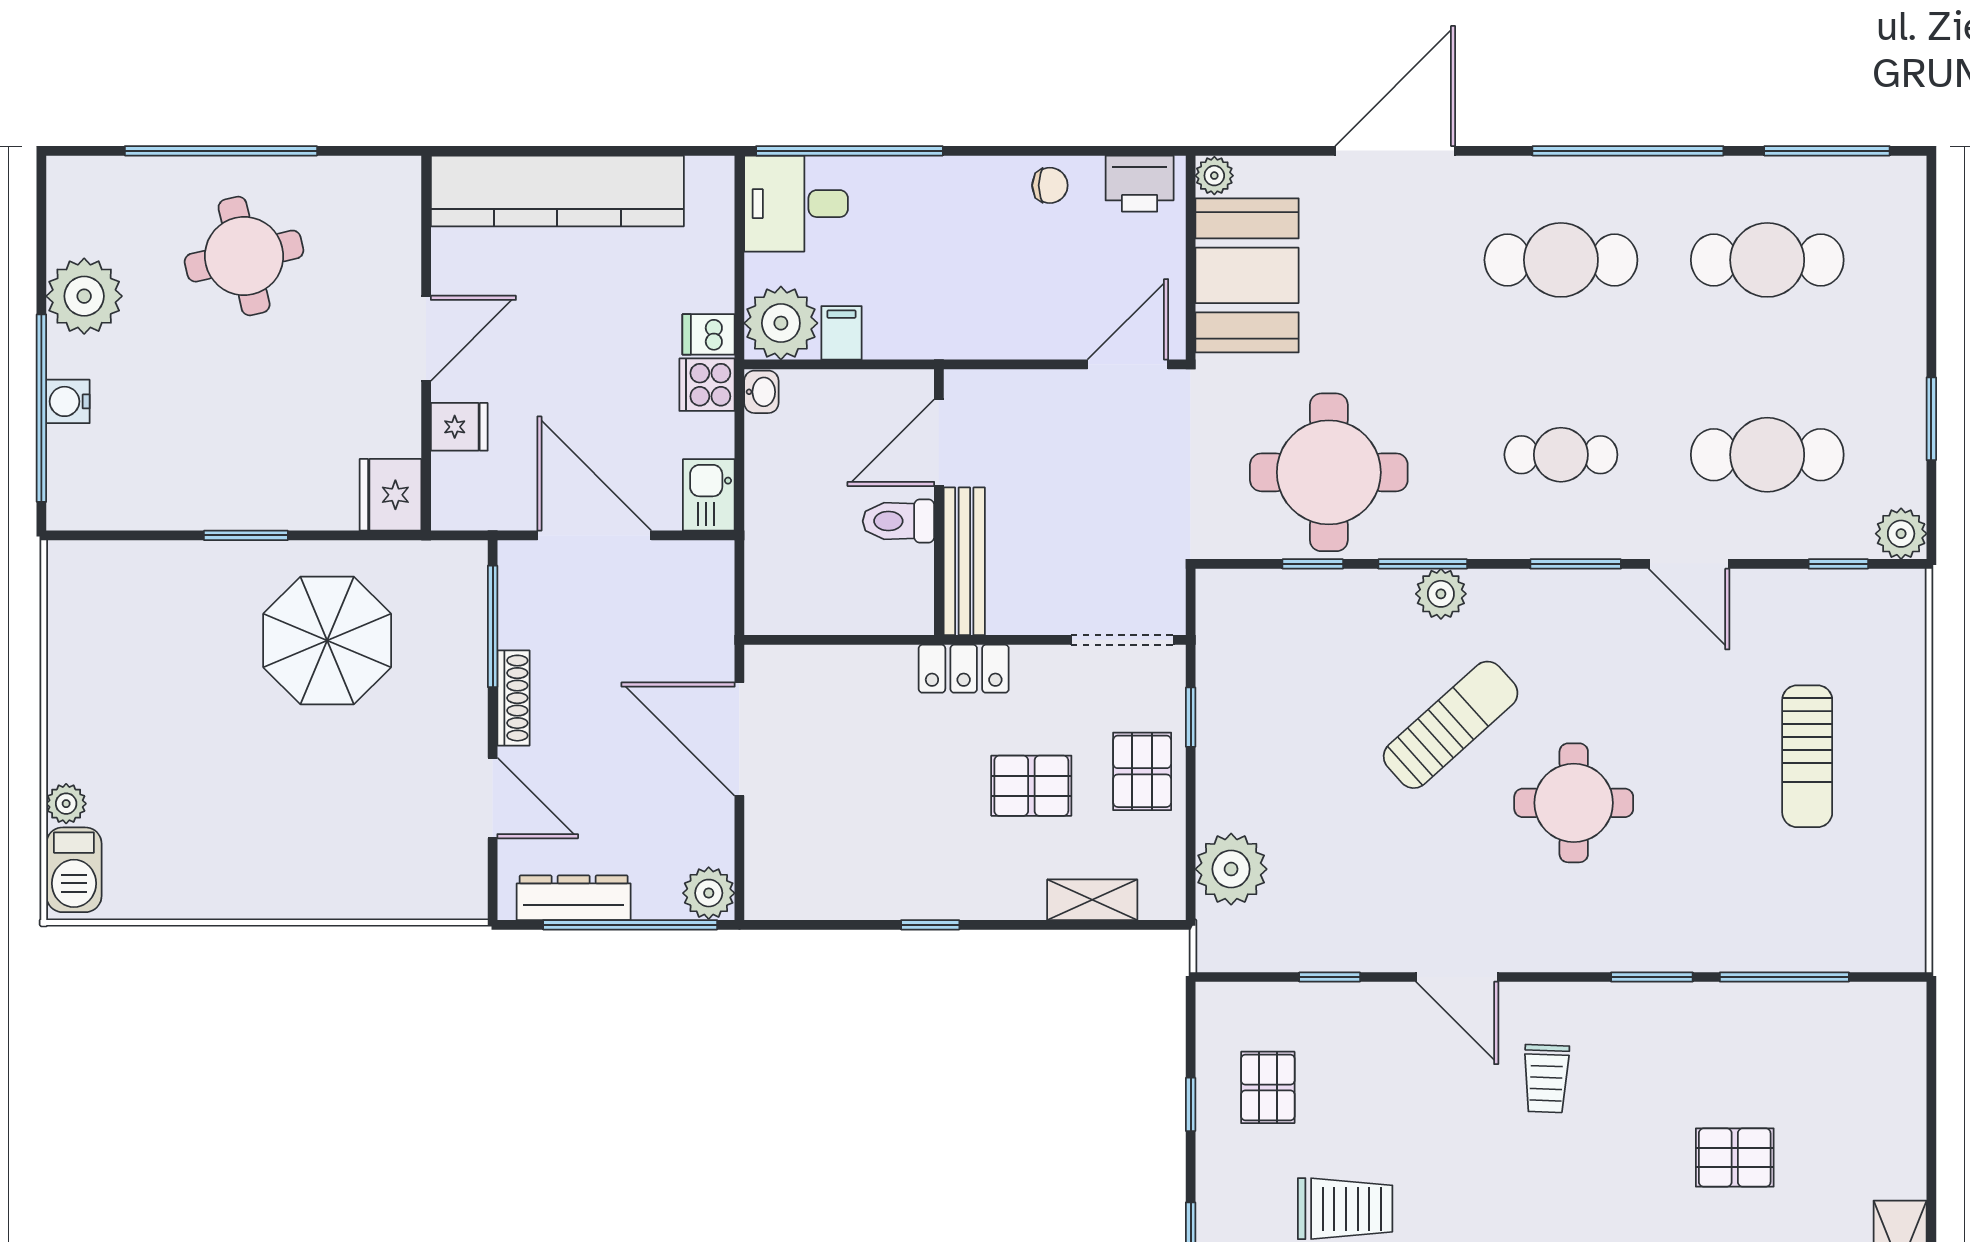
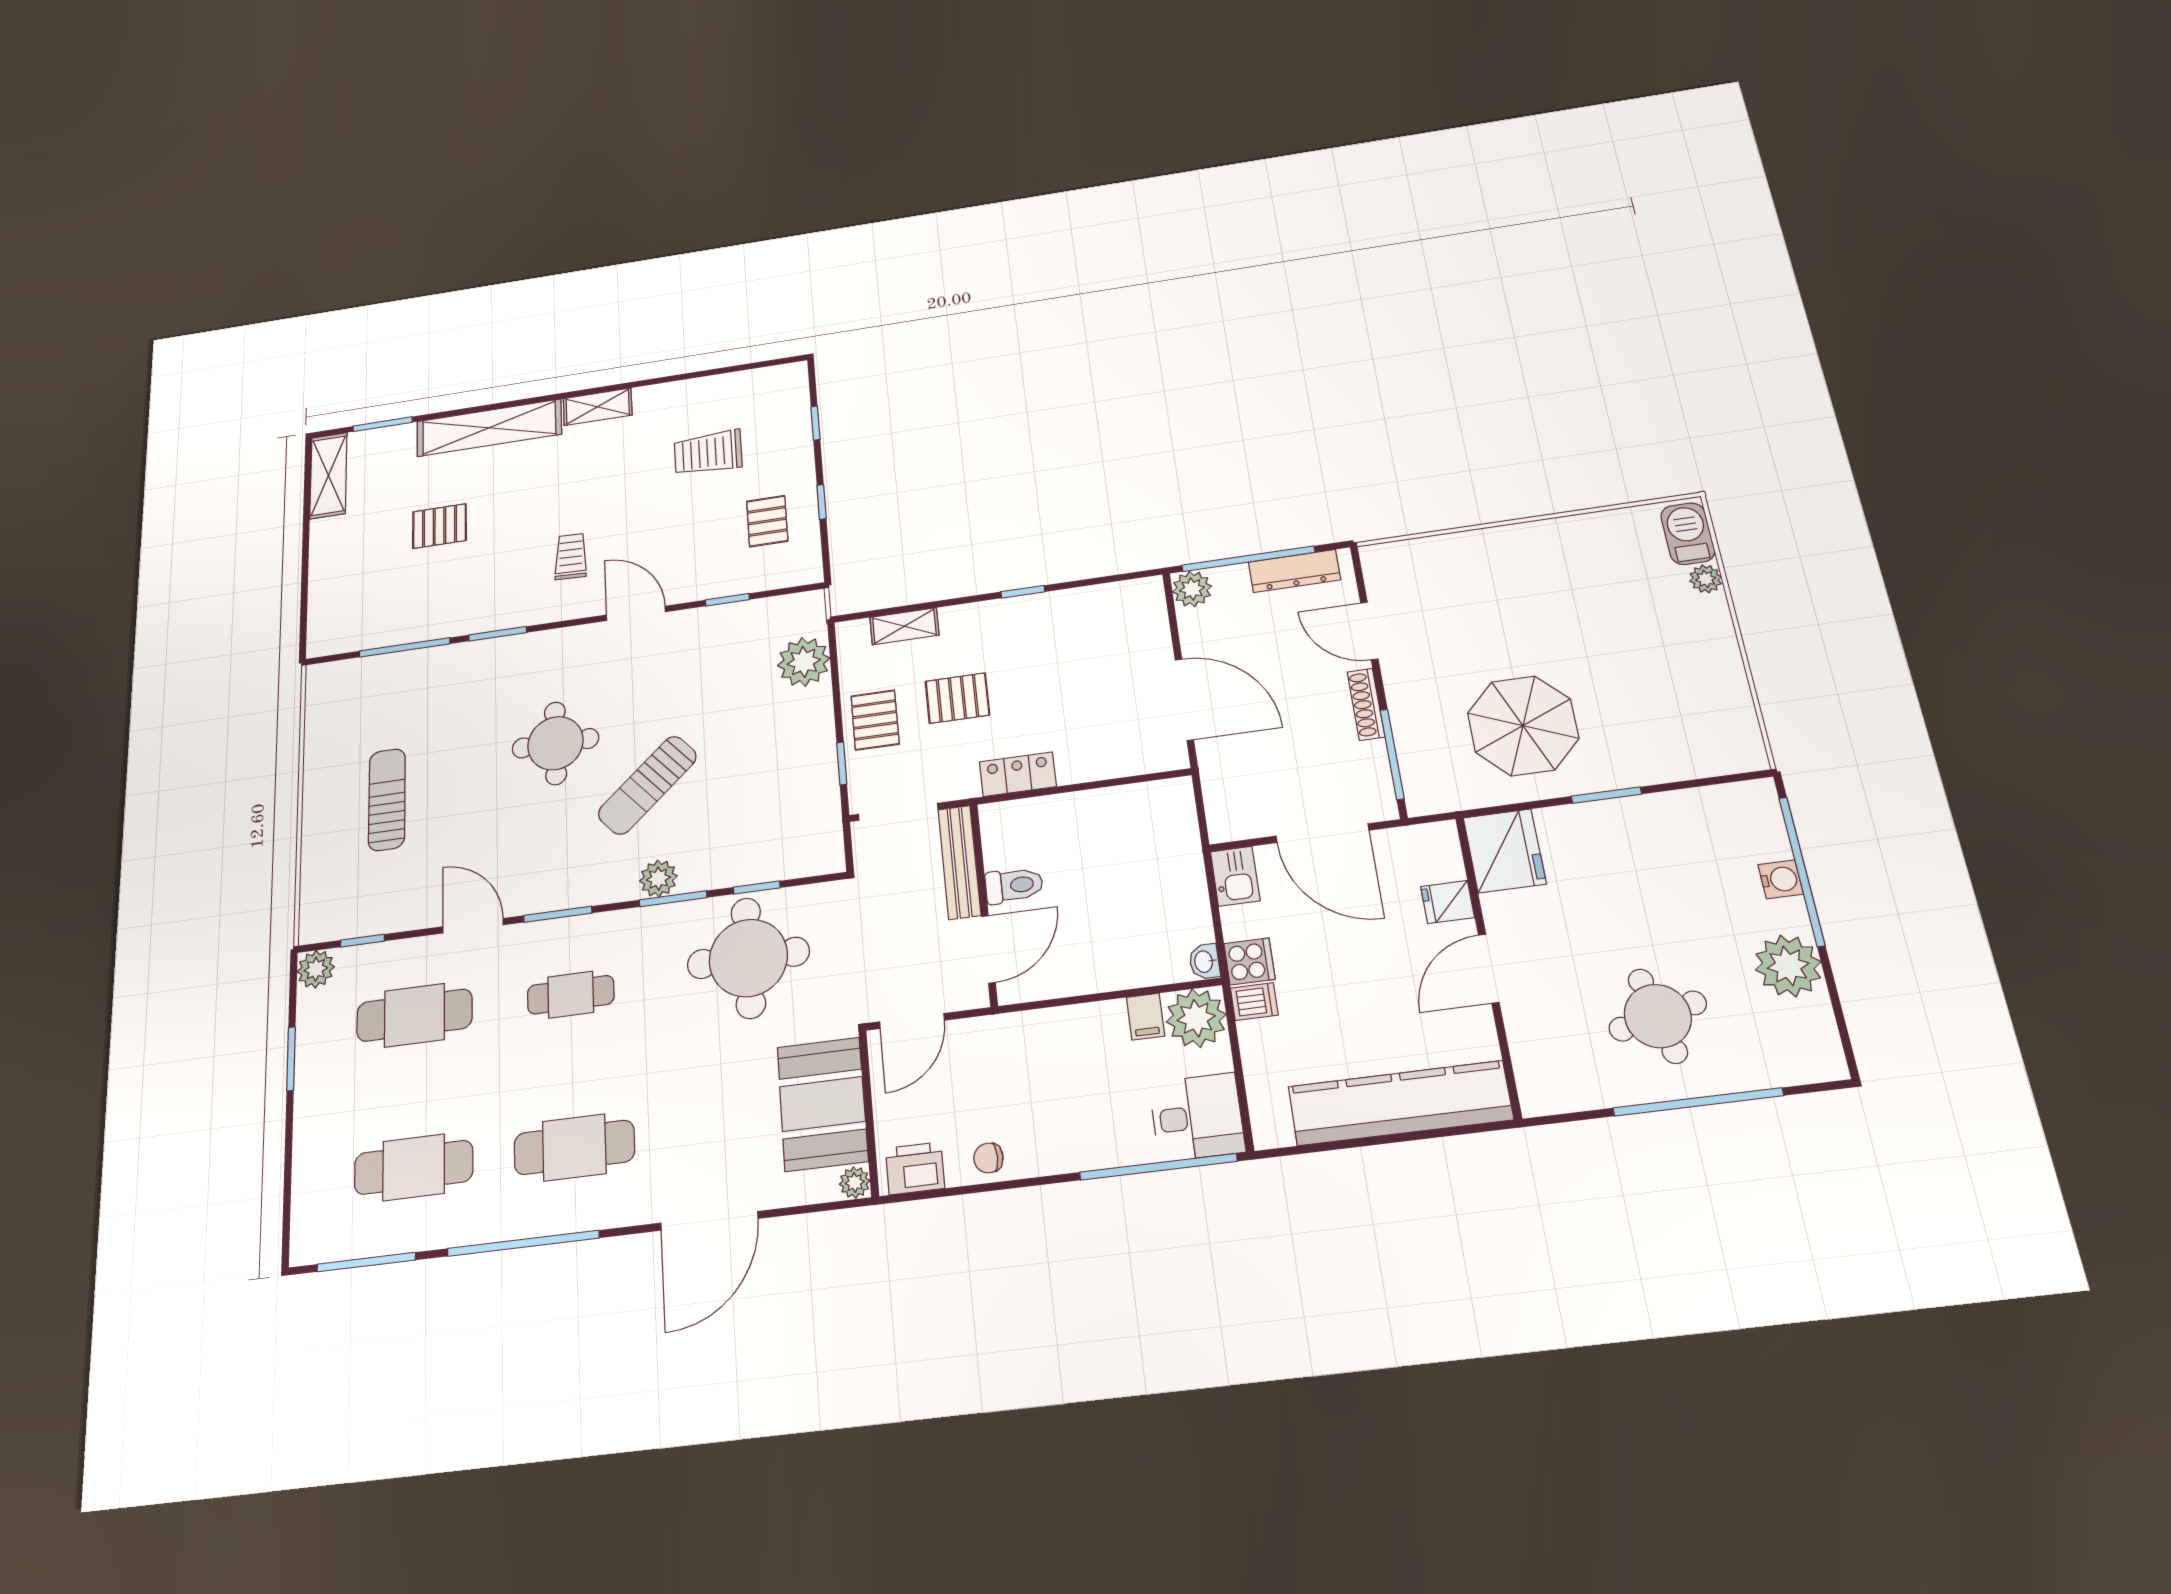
door: (939, 443) -> (988, 949), moved
fridge: (390, 495) -> (1505, 851), width x1.36, depth x1.34
wall: (939, 502) -> (984, 904), moved
toilet: (898, 521) -> (1014, 885), moved
bench: (964, 561) -> (959, 862), moved

